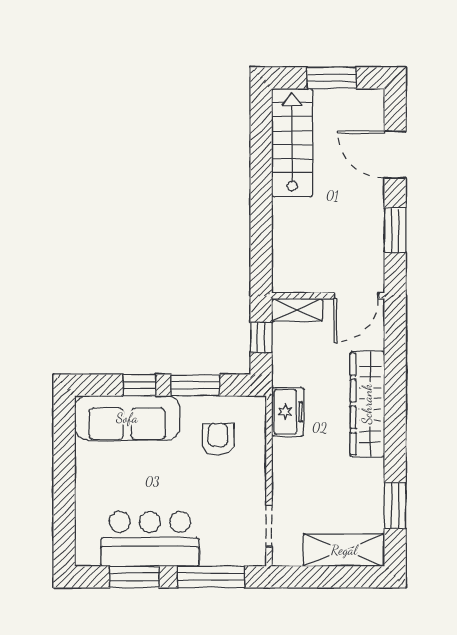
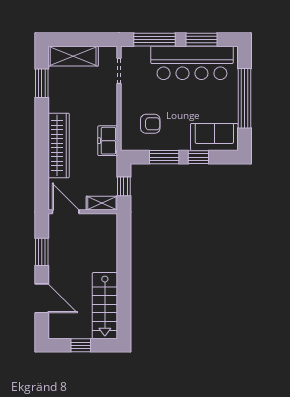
window: (332, 78) -> (81, 345), width x0.67
door: (356, 296) -> (66, 212), hinge flipped
sofa: (127, 418) -> (214, 137), width x0.73
armchair: (218, 439) -> (150, 124), turned -90
window: (64, 481) -> (244, 98), added
bar counter: (150, 539) -> (192, 63), width x1.36

